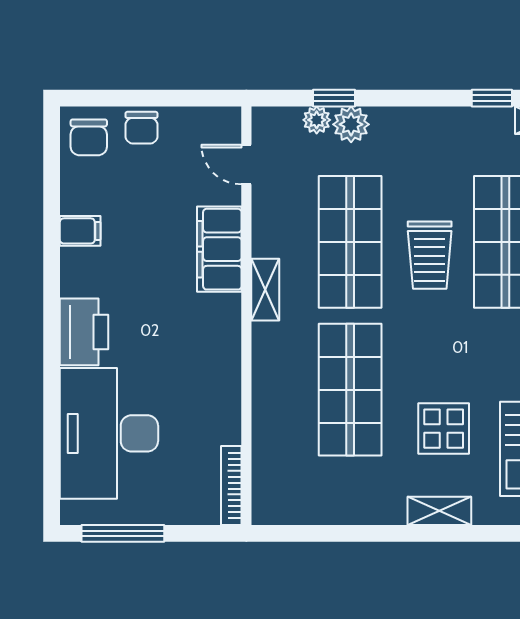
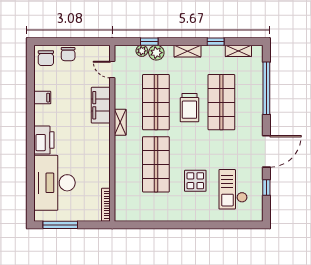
shelving: (439, 511) -> (187, 51), moved

